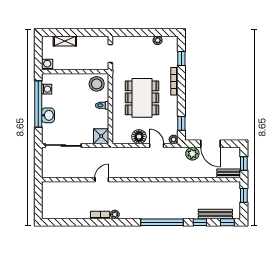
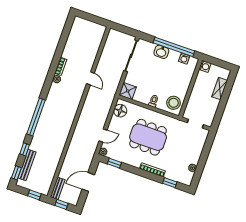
floor lamp: (139, 137) -> (120, 111), moved
plant: (192, 154) -> (85, 163), removed

